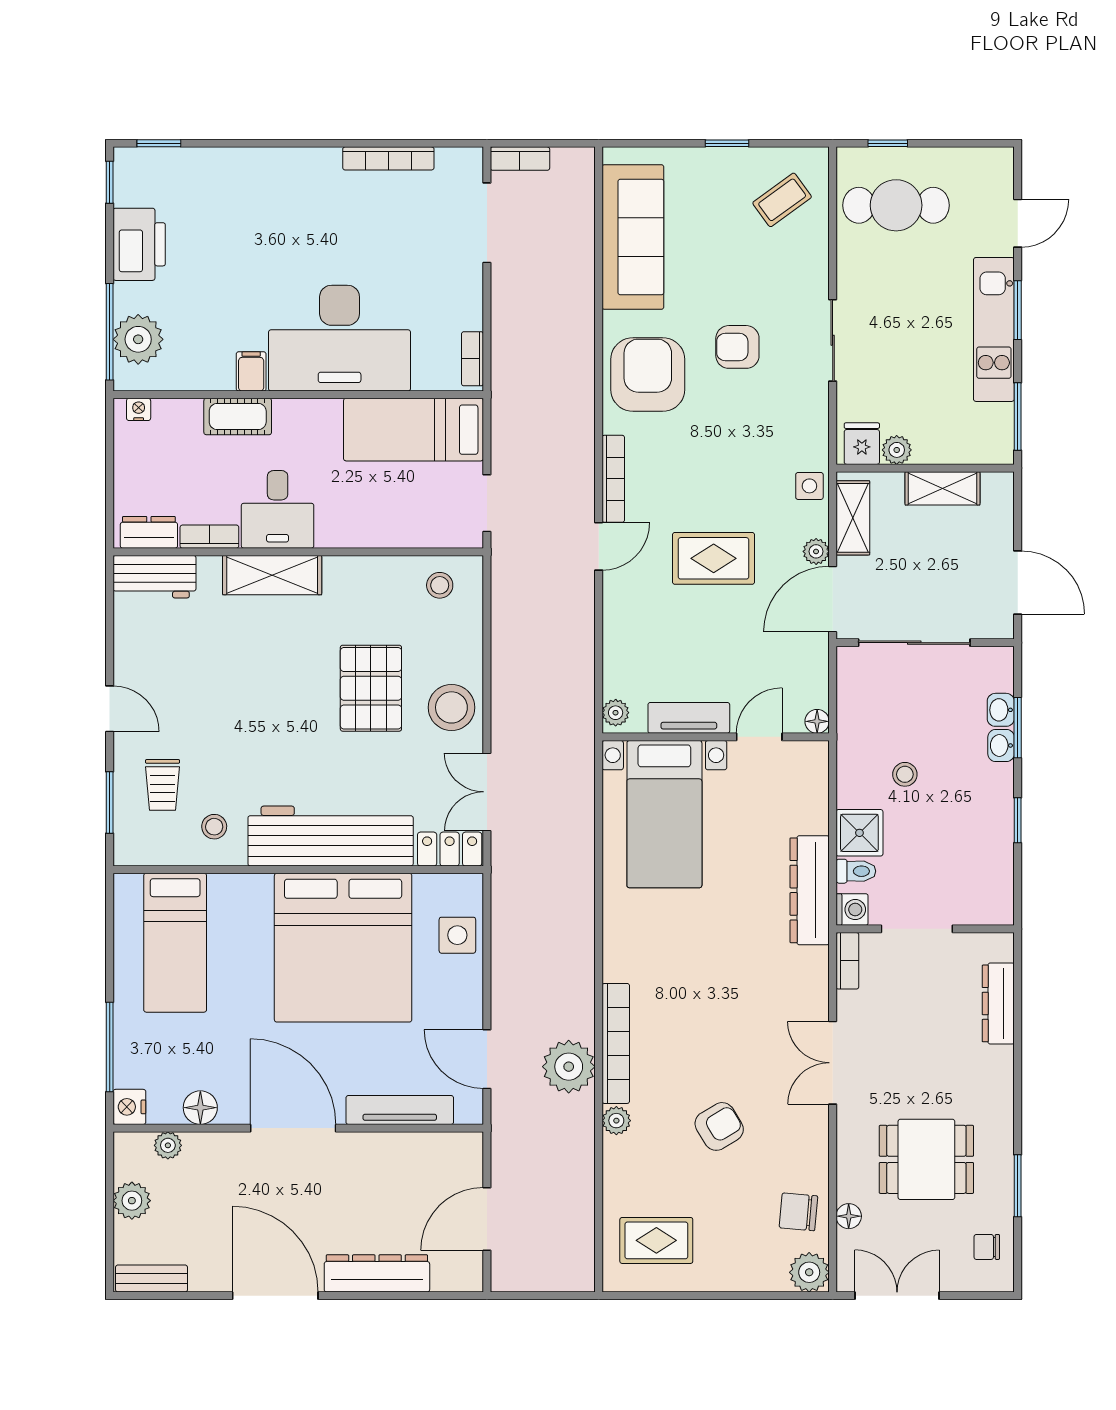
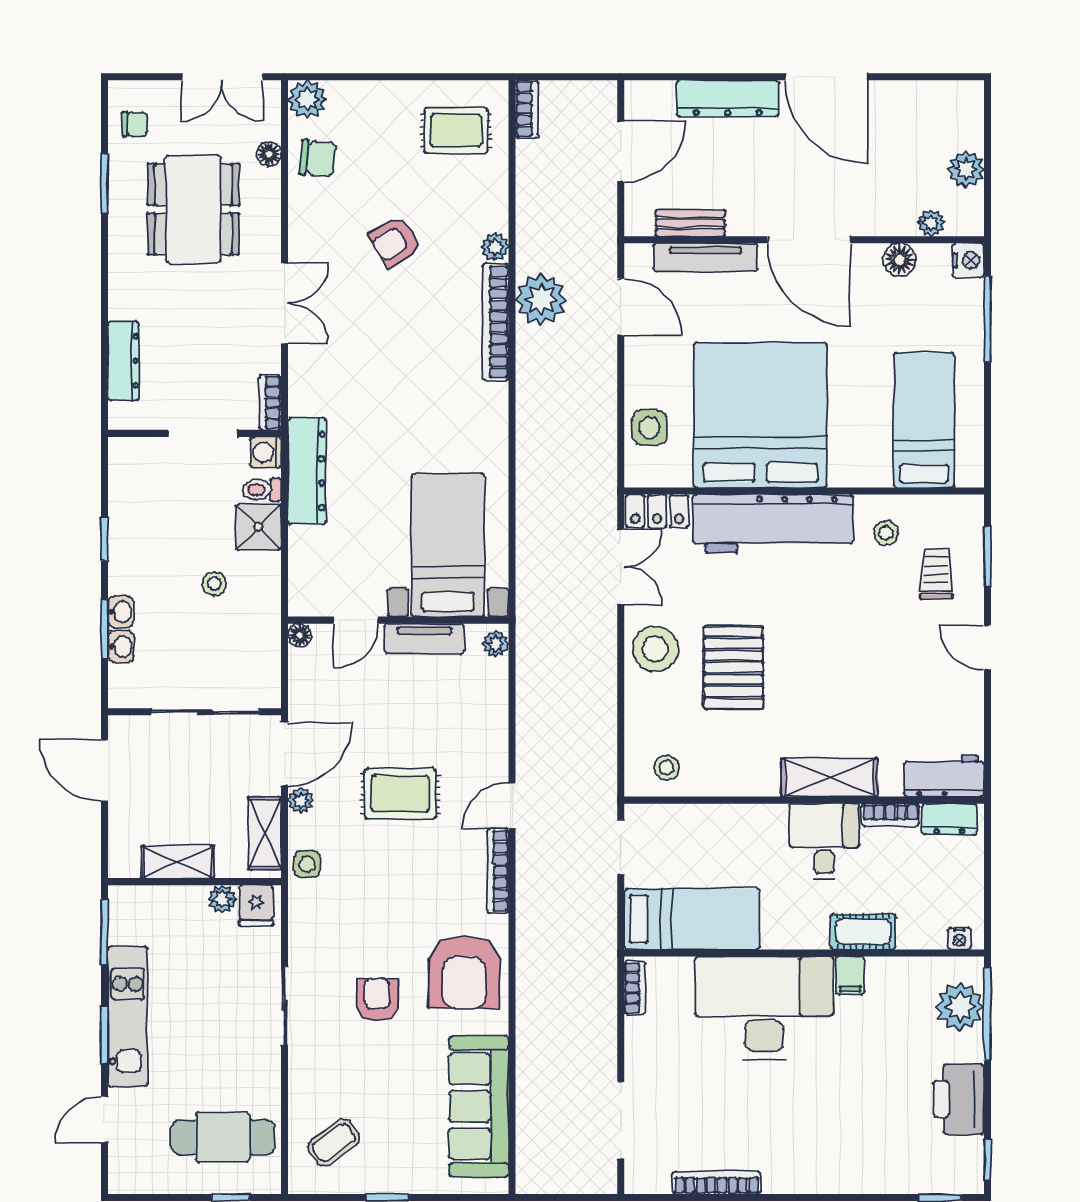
bookcase: (520, 159) -> (527, 109), moved, turned 90
armchair: (737, 347) -> (377, 999), turned -90
dining table: (926, 1159) -> (193, 209), width x1.38
bench: (151, 1278) -> (690, 223), moved

